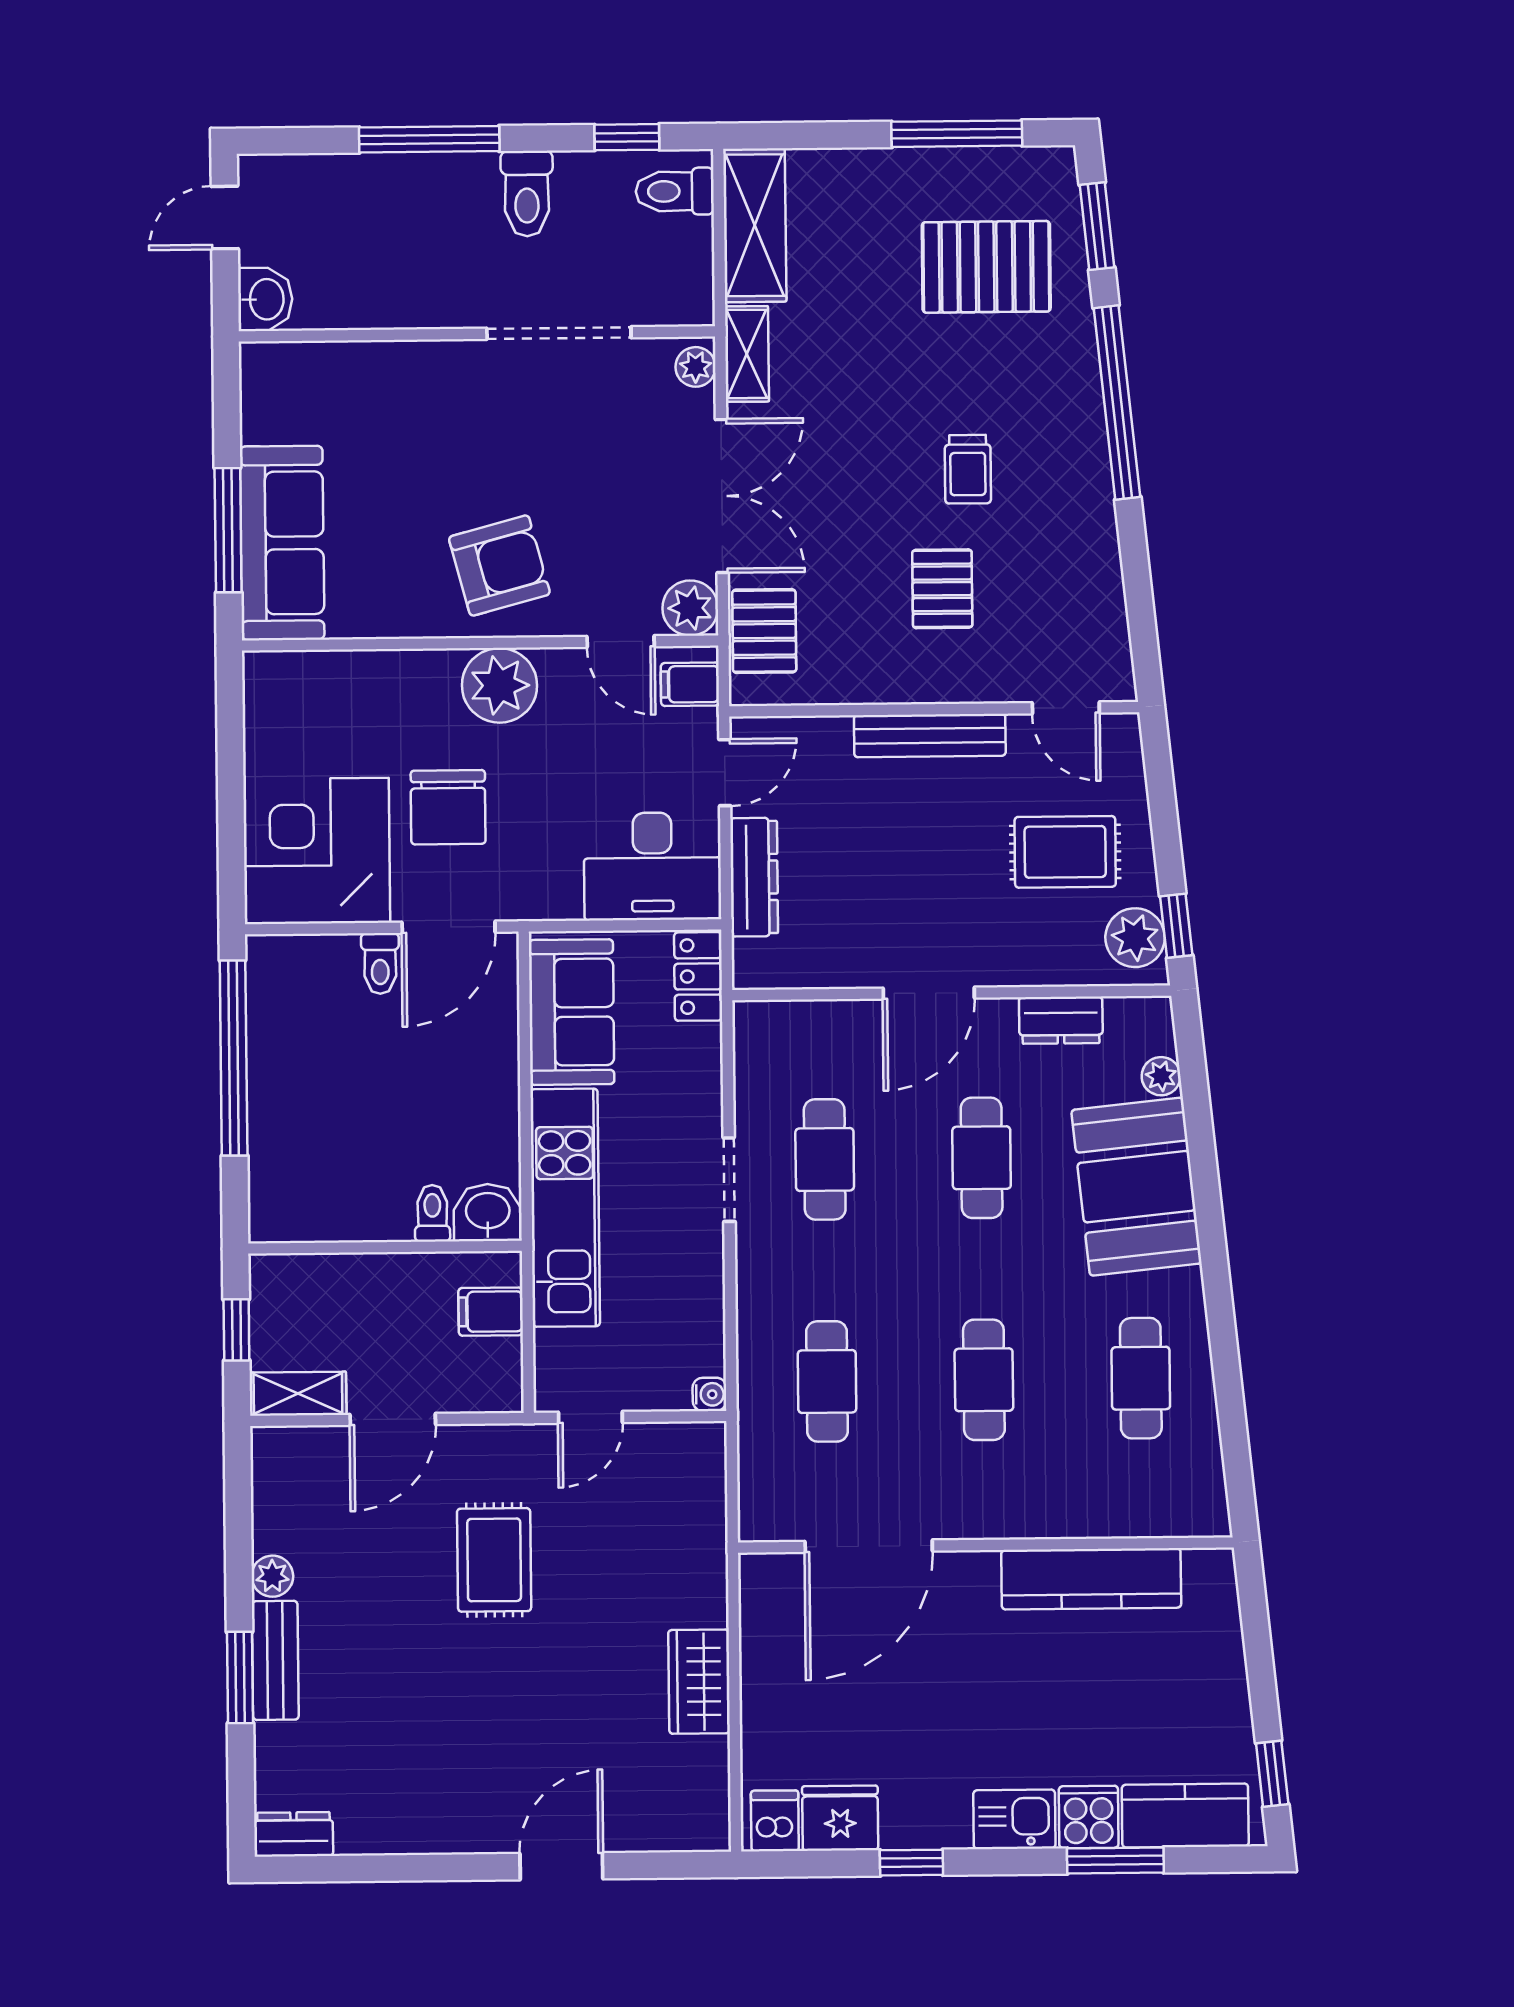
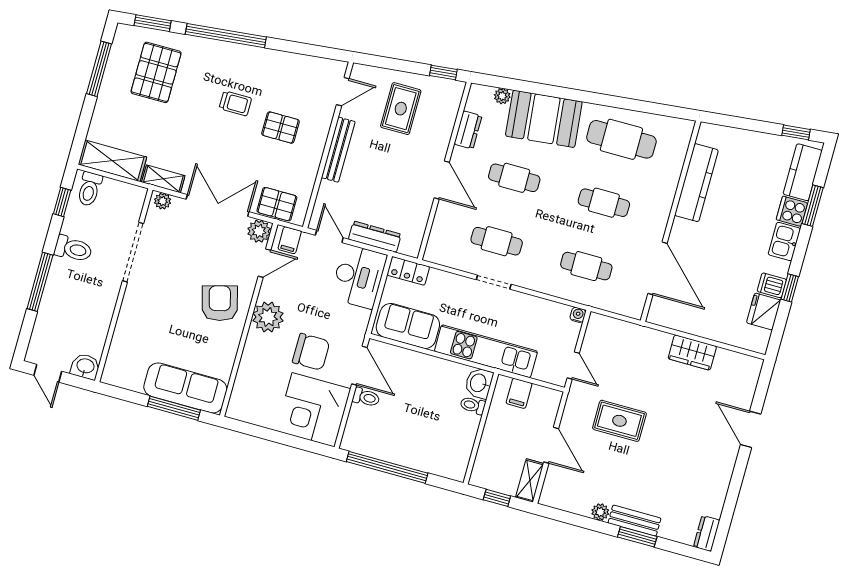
plant: (1135, 938) -> (443, 90), removed
cafe table: (1141, 1378) -> (621, 139), width x1.37, depth x1.35
dishwasher: (775, 1821) -> (772, 285), moved

